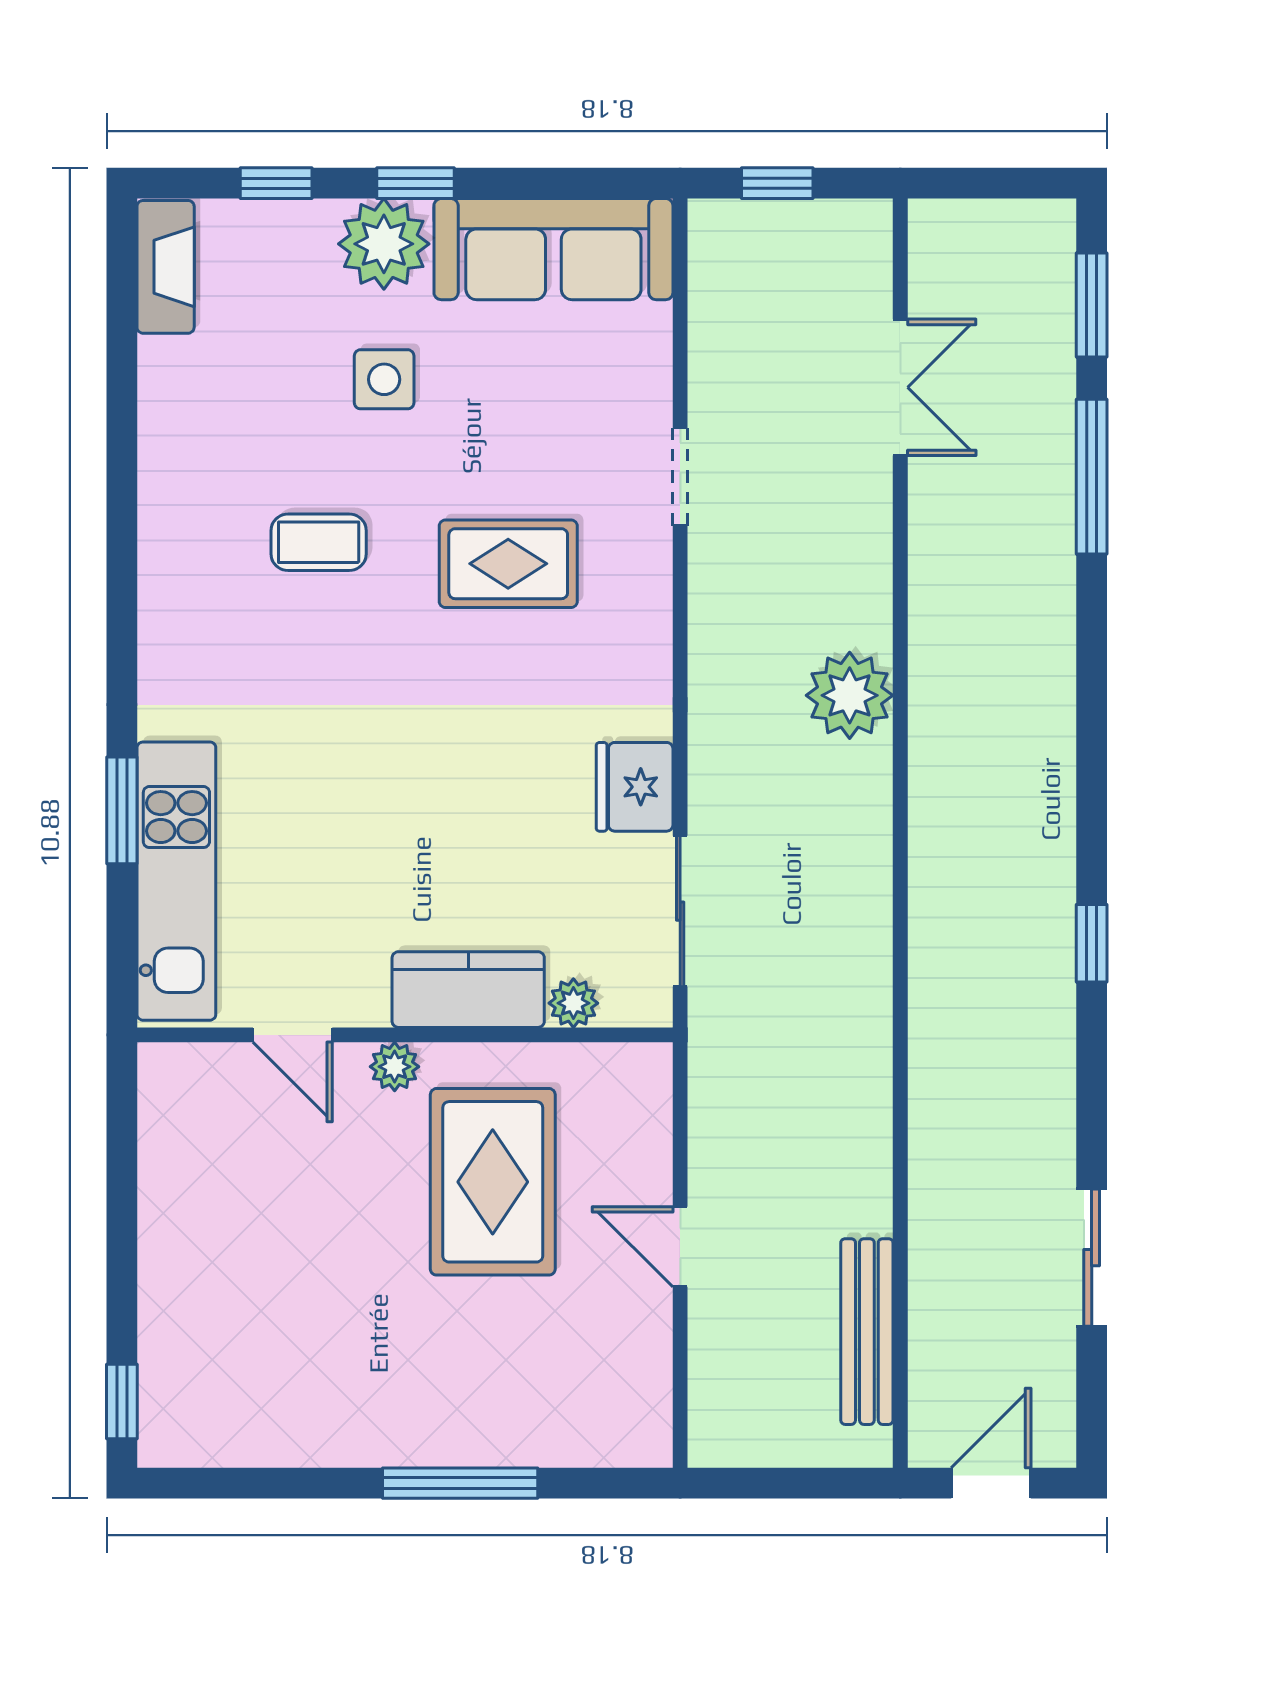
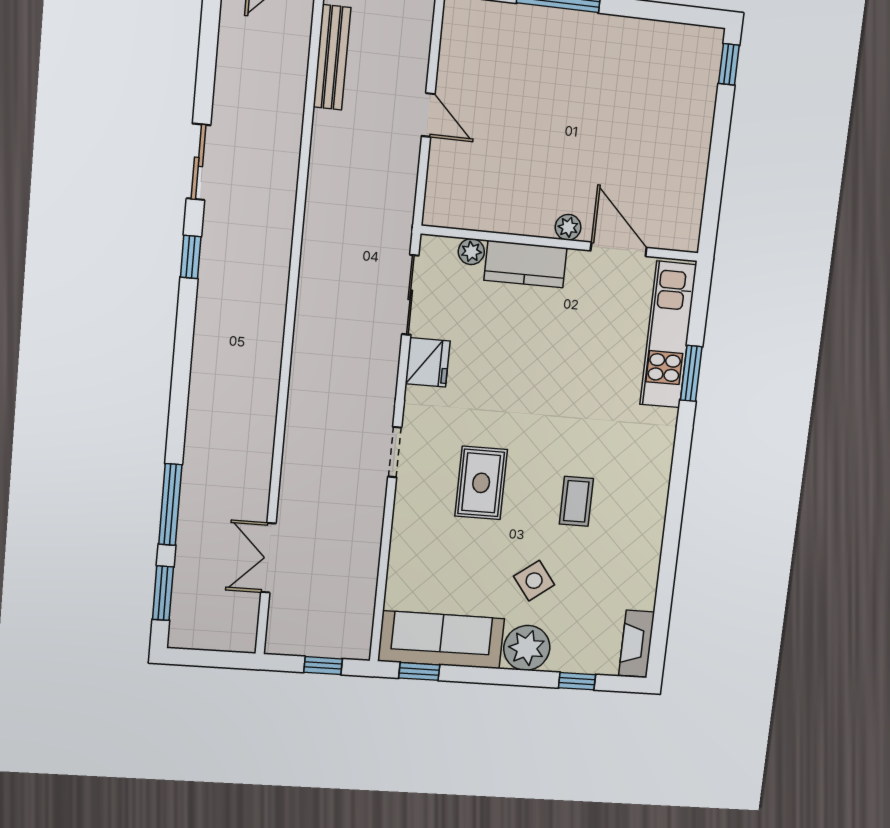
window: (415, 183) -> (419, 671), moved
side table: (384, 379) -> (534, 581), turned -37
doorway: (680, 477) -> (395, 452), moved
coffee table: (319, 542) -> (576, 501), turned 90
rug: (508, 564) -> (481, 483), turned 90
plant: (850, 695) -> (310, 400), removed
door: (293, 1035) -> (619, 249), width x1.38
rug: (493, 1182) -> (524, 161), removed
sliding door: (1092, 1258) -> (198, 162), moved

